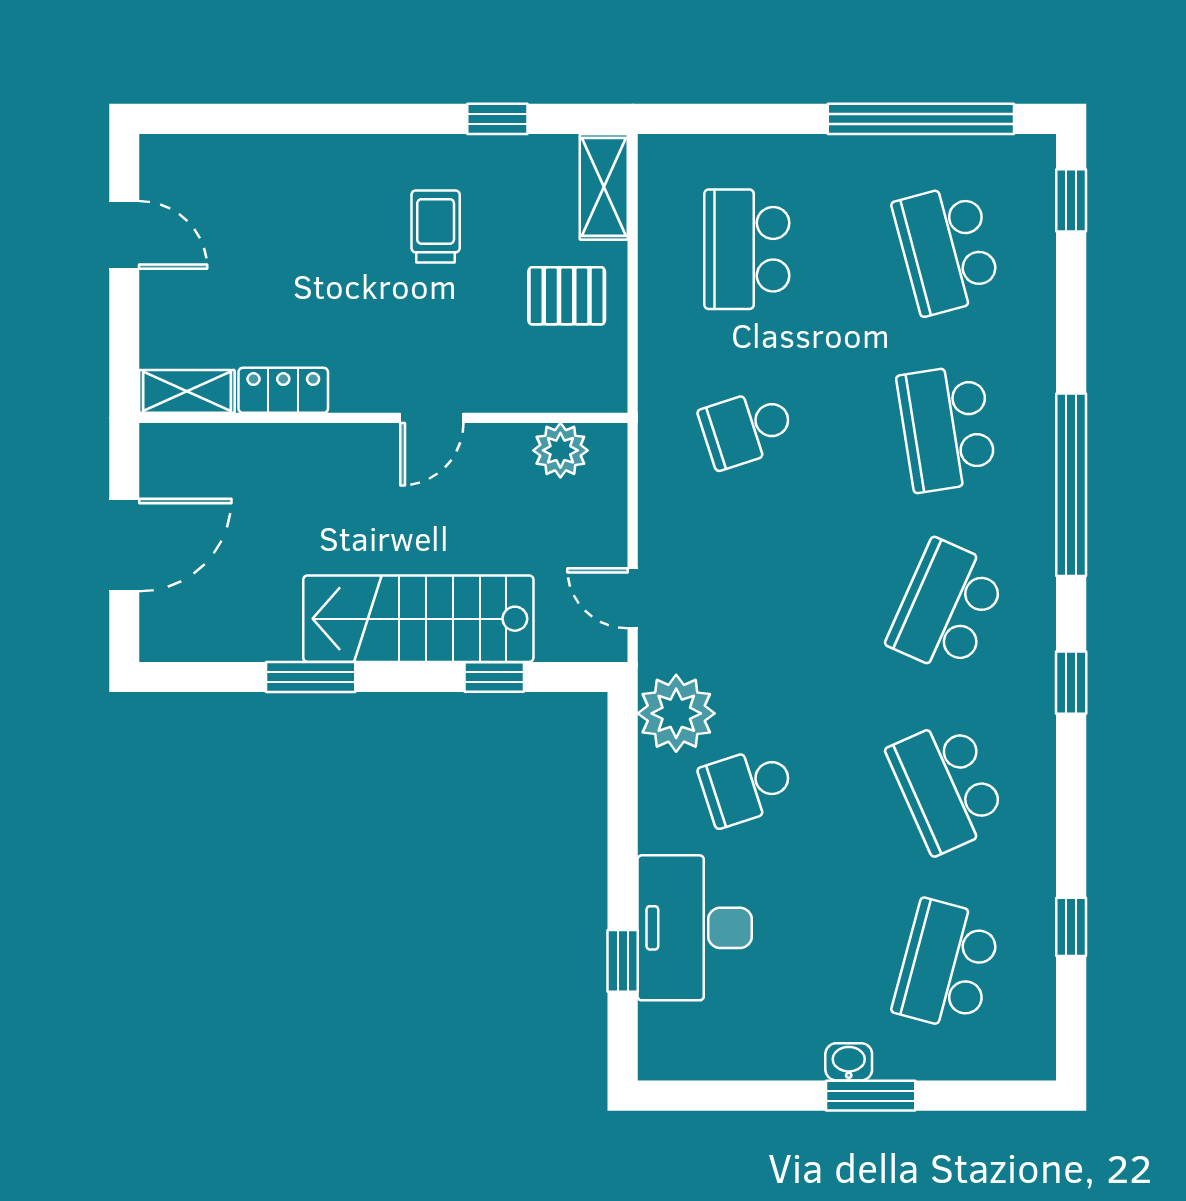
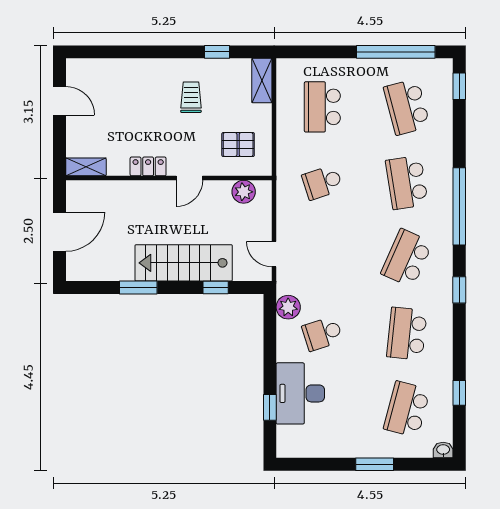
pallet: (567, 296) -> (238, 145), moved
locker: (283, 390) -> (148, 166), moved
plant: (676, 713) -> (288, 307), width x0.73, depth x0.73
school desk: (947, 786) -> (407, 334), turned 30
washbasin: (849, 1062) -> (443, 450), moved

